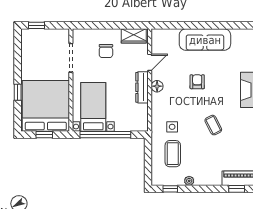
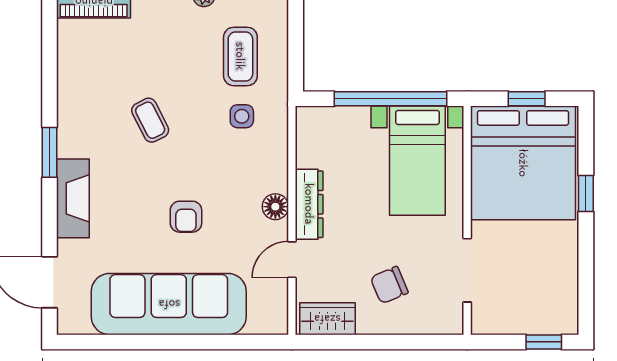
sofa: (205, 40) -> (169, 304), width x1.36, depth x1.27
chair: (106, 51) -> (389, 285), turned -113

